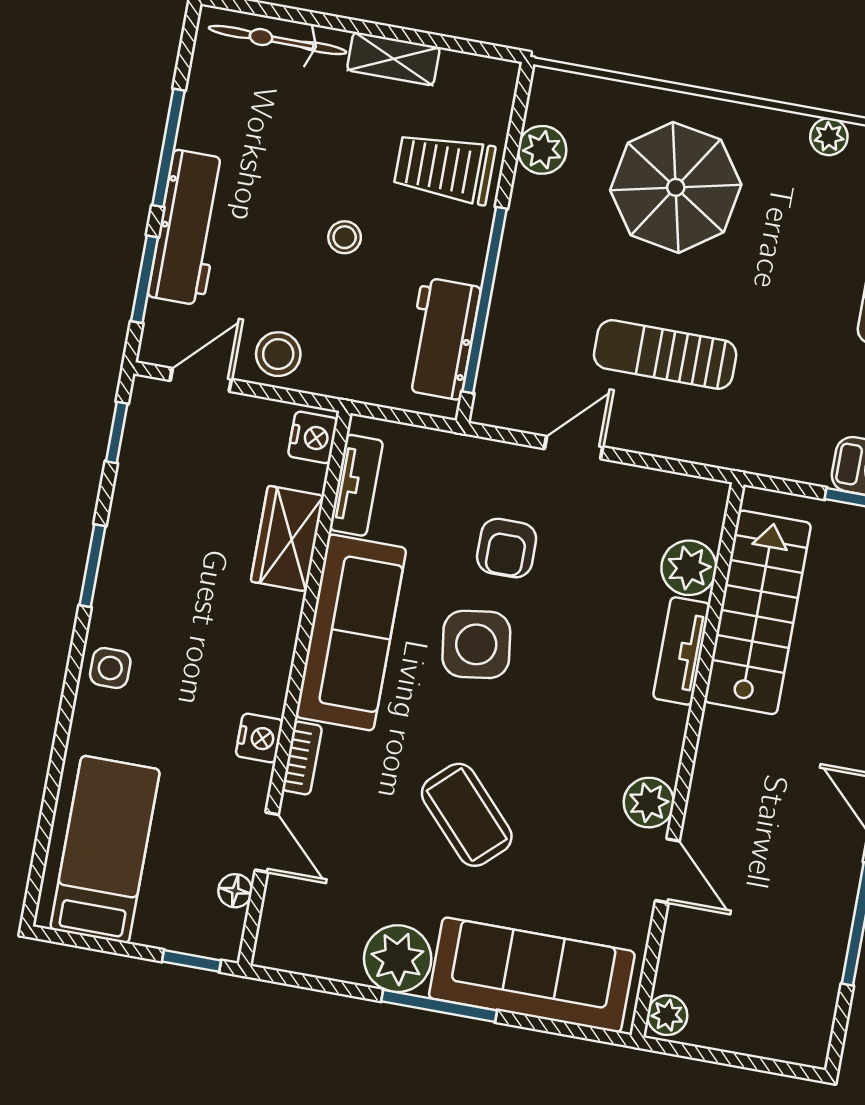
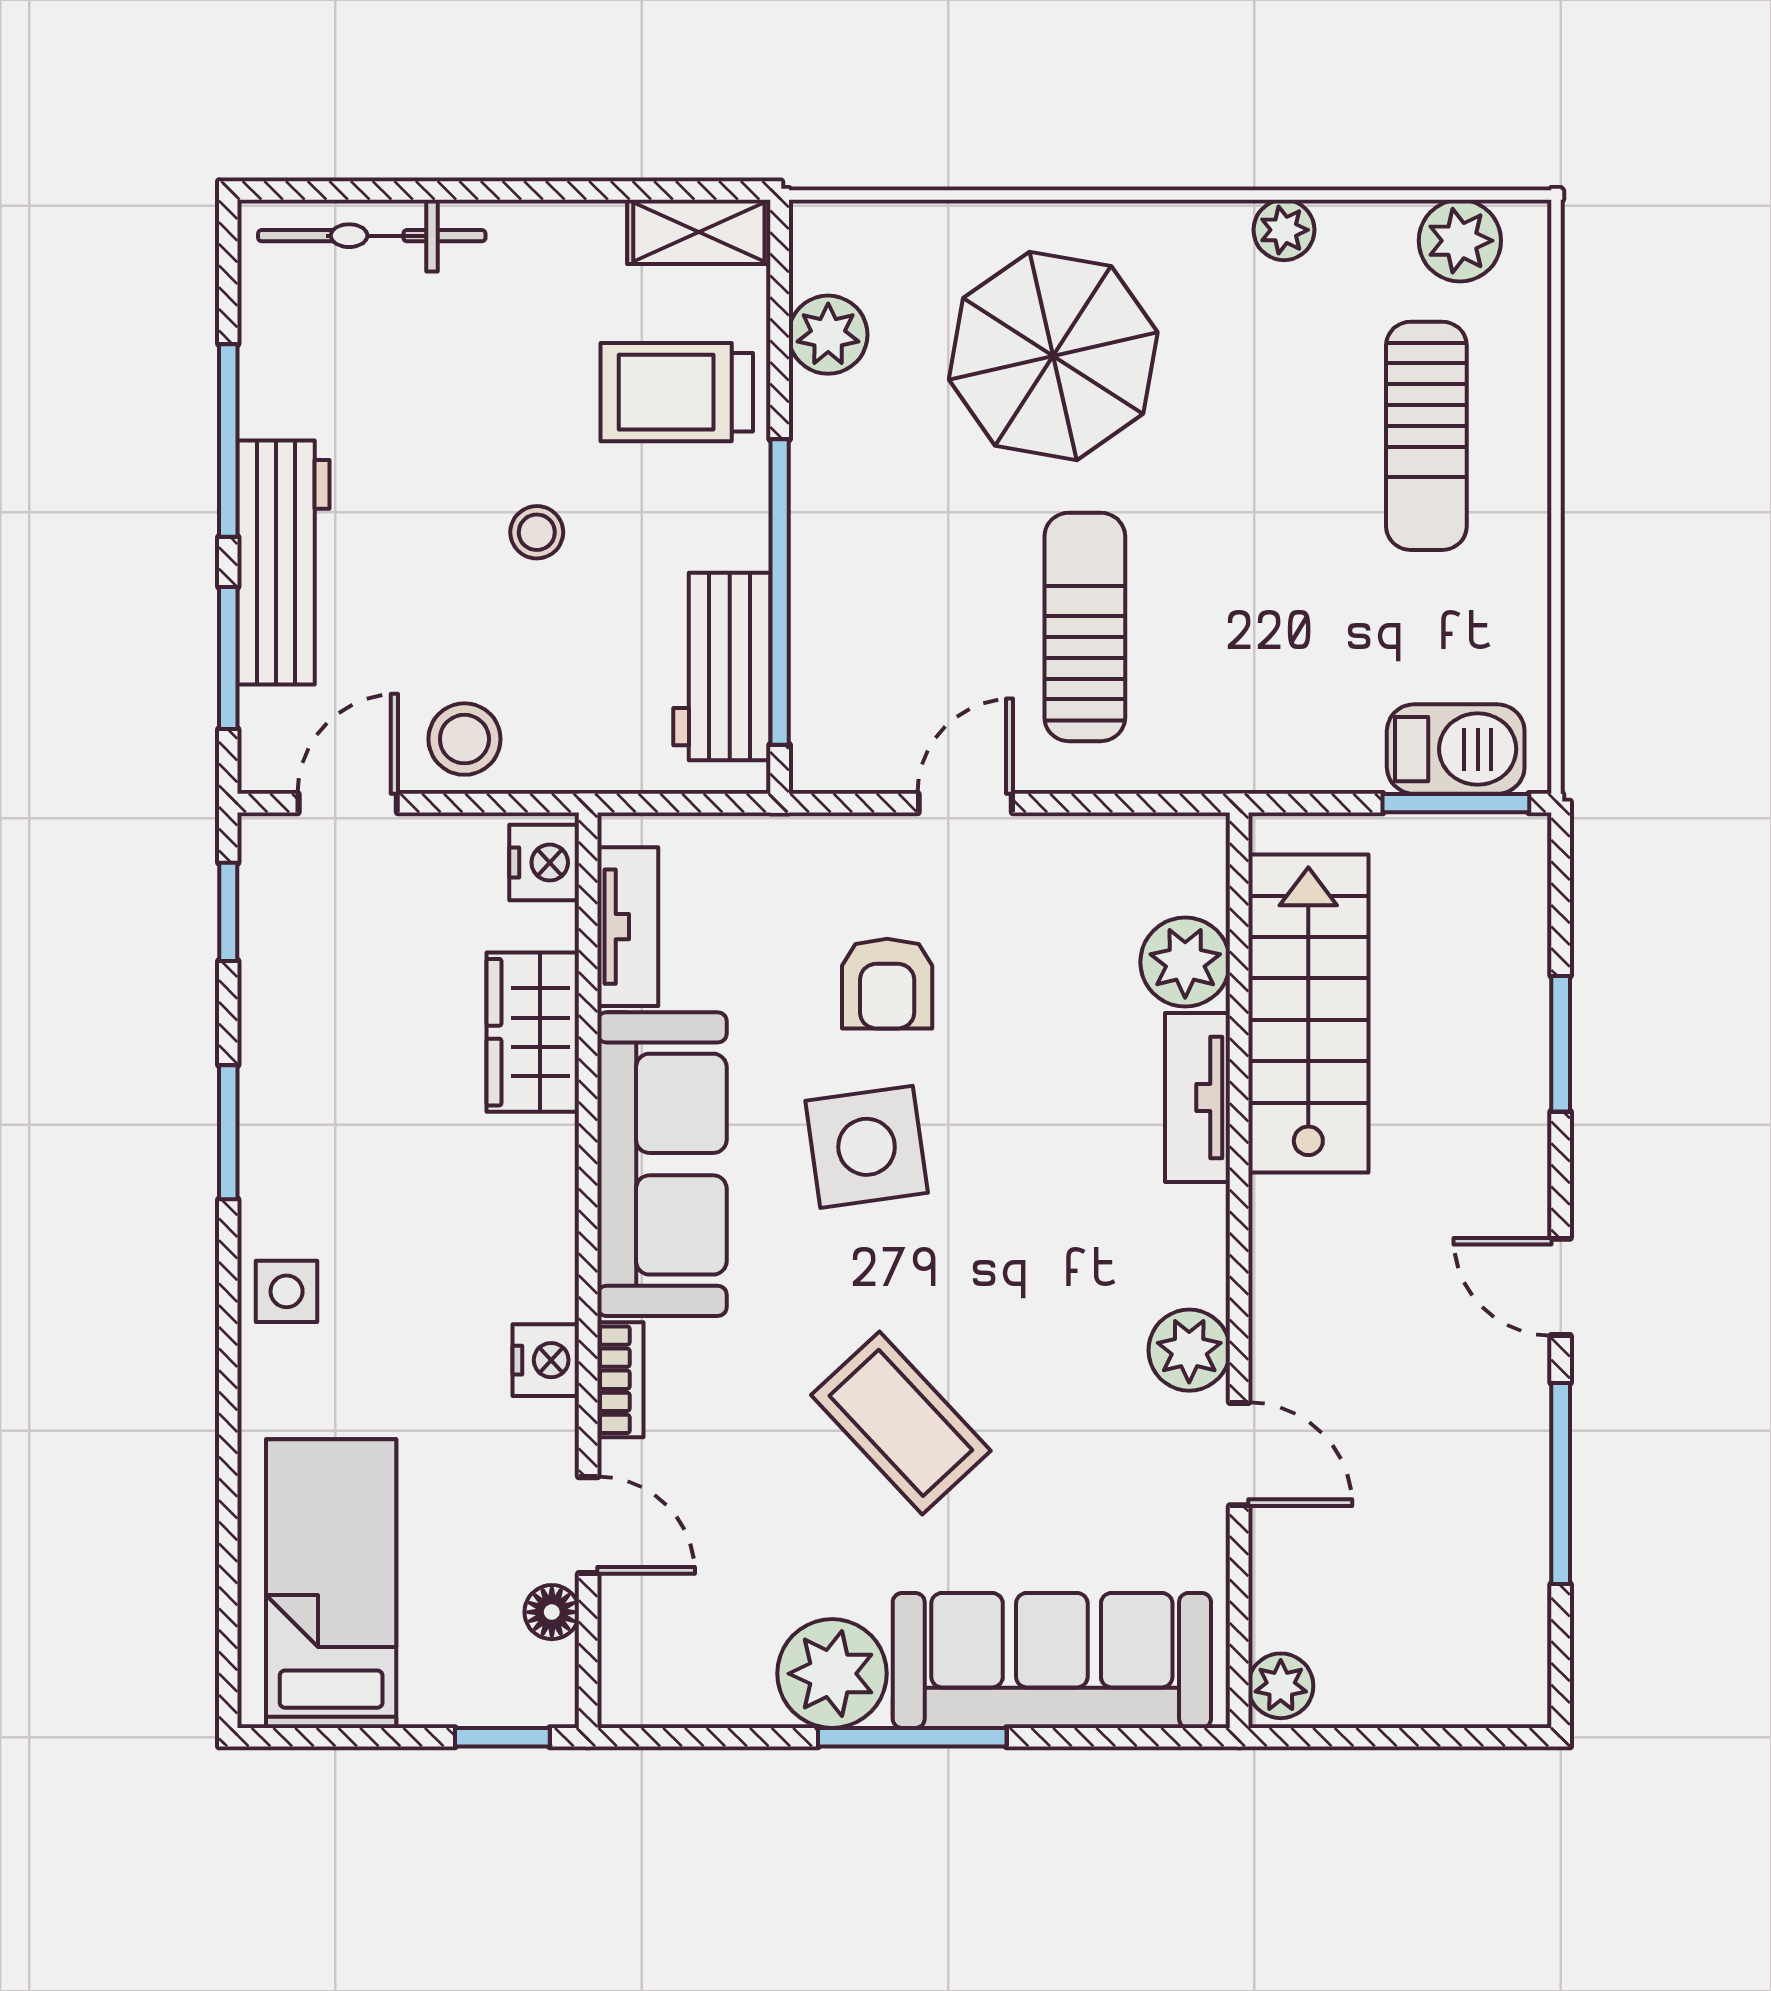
shelving: (393, 59) -> (699, 232), moved
sun lounger: (665, 354) -> (1085, 627), turned 90

